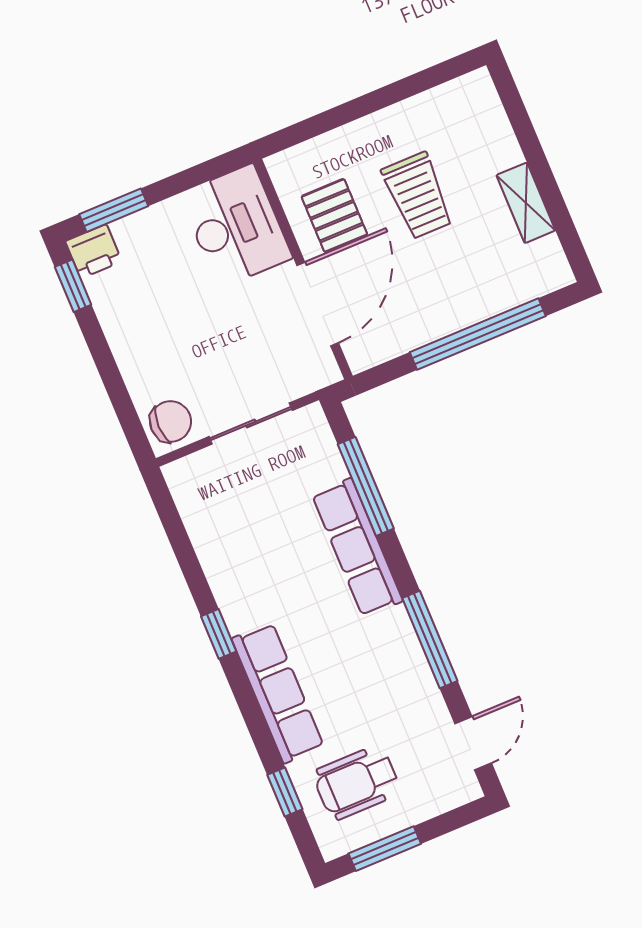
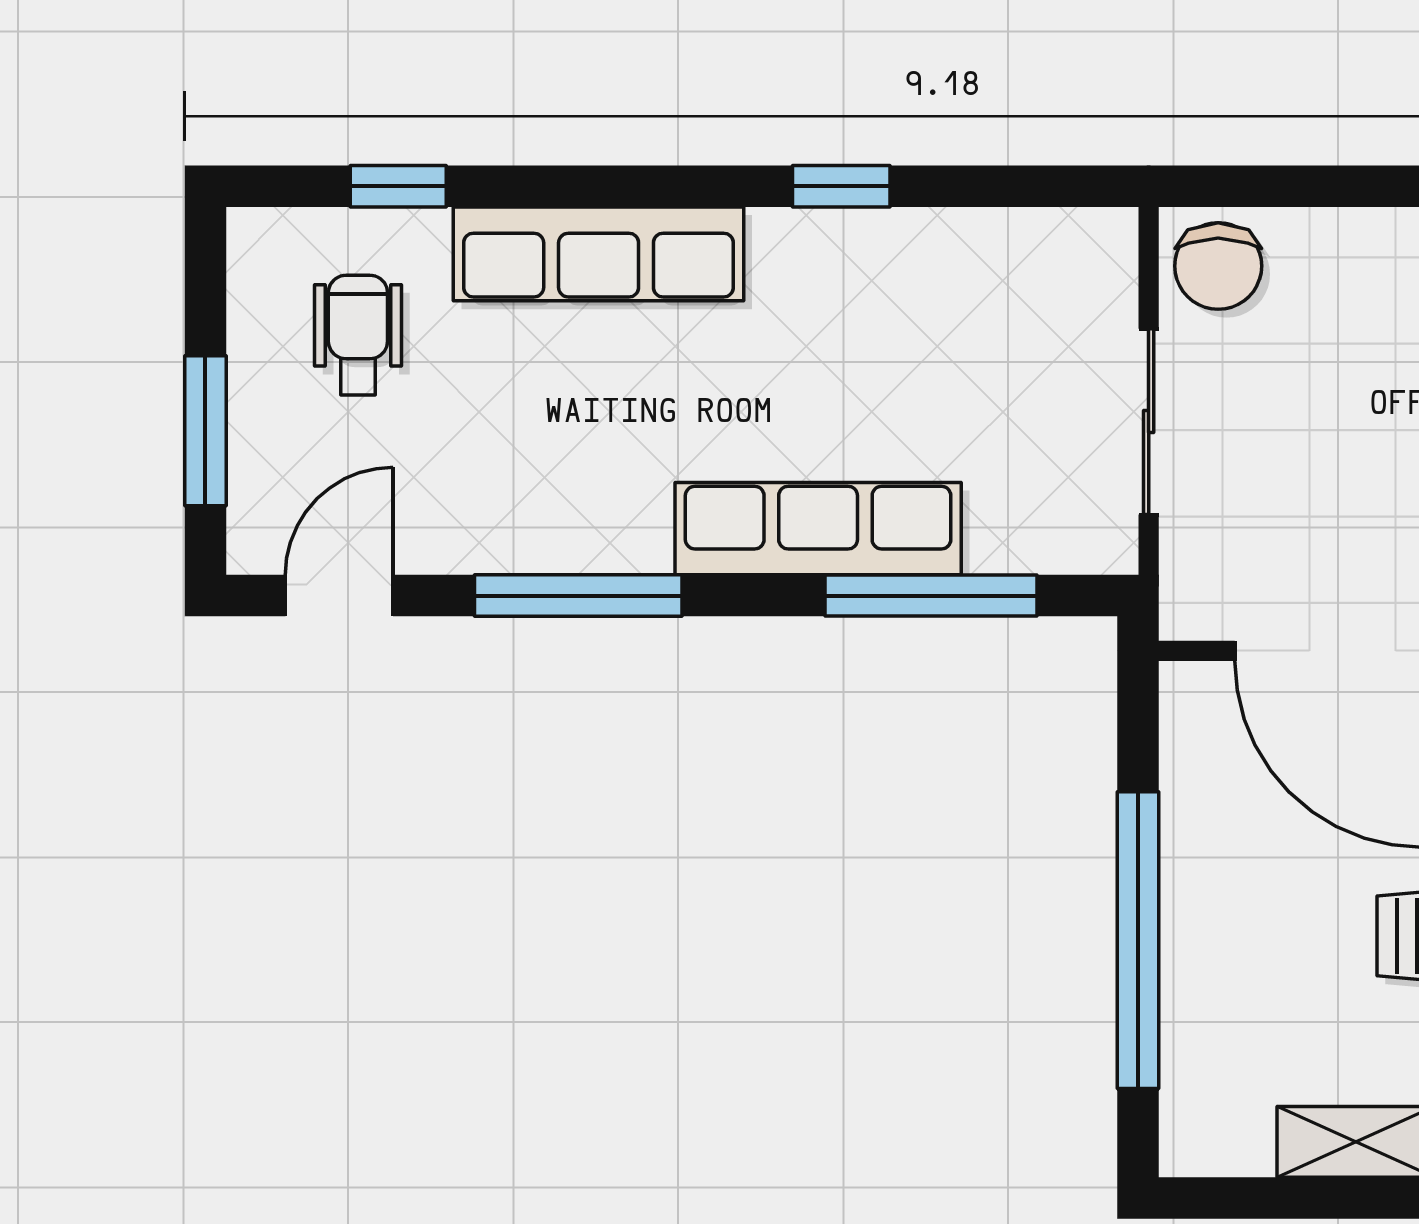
window: (219, 634) -> (841, 186), moved
door: (473, 743) -> (339, 596), swing flipped
wheelchair: (357, 783) -> (358, 335), width x0.73, depth x0.73
window: (385, 849) -> (205, 431), moved

